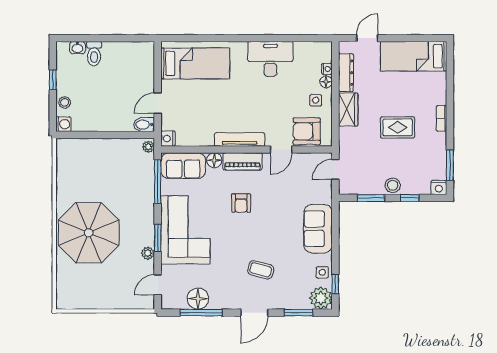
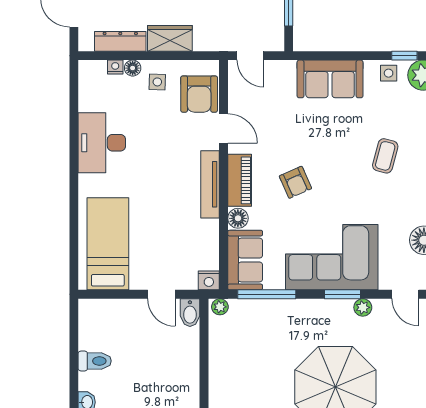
toilet: (94, 54) -> (95, 361), moved
armchair: (241, 203) -> (295, 182), turned 66

